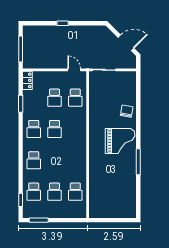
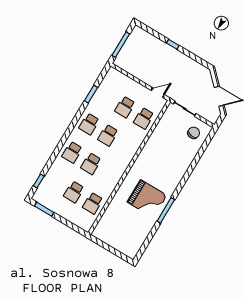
door: (74, 70) -> (158, 93), hinge flipped
locker: (27, 80) -> (110, 77), removed
chair: (127, 111) -> (194, 133), moved
grand piano: (120, 141) -> (147, 199), moved
school desk: (34, 192) -> (91, 164), moved

